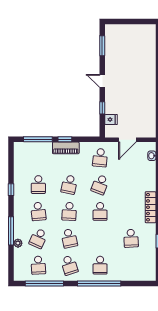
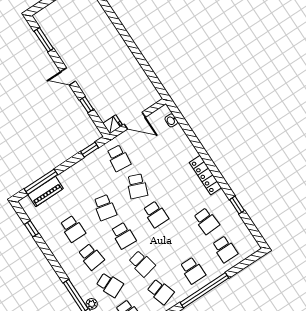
fridge: (111, 120) -> (113, 124), moved
window: (65, 139) -> (90, 150), moved
door: (127, 140) -> (135, 121), hinge flipped
piano: (66, 148) -> (46, 192), moved
window: (11, 190) -> (32, 229), moved
school desk: (38, 238) -> (110, 285), turned -48
school desk: (131, 265) -> (225, 249), added

